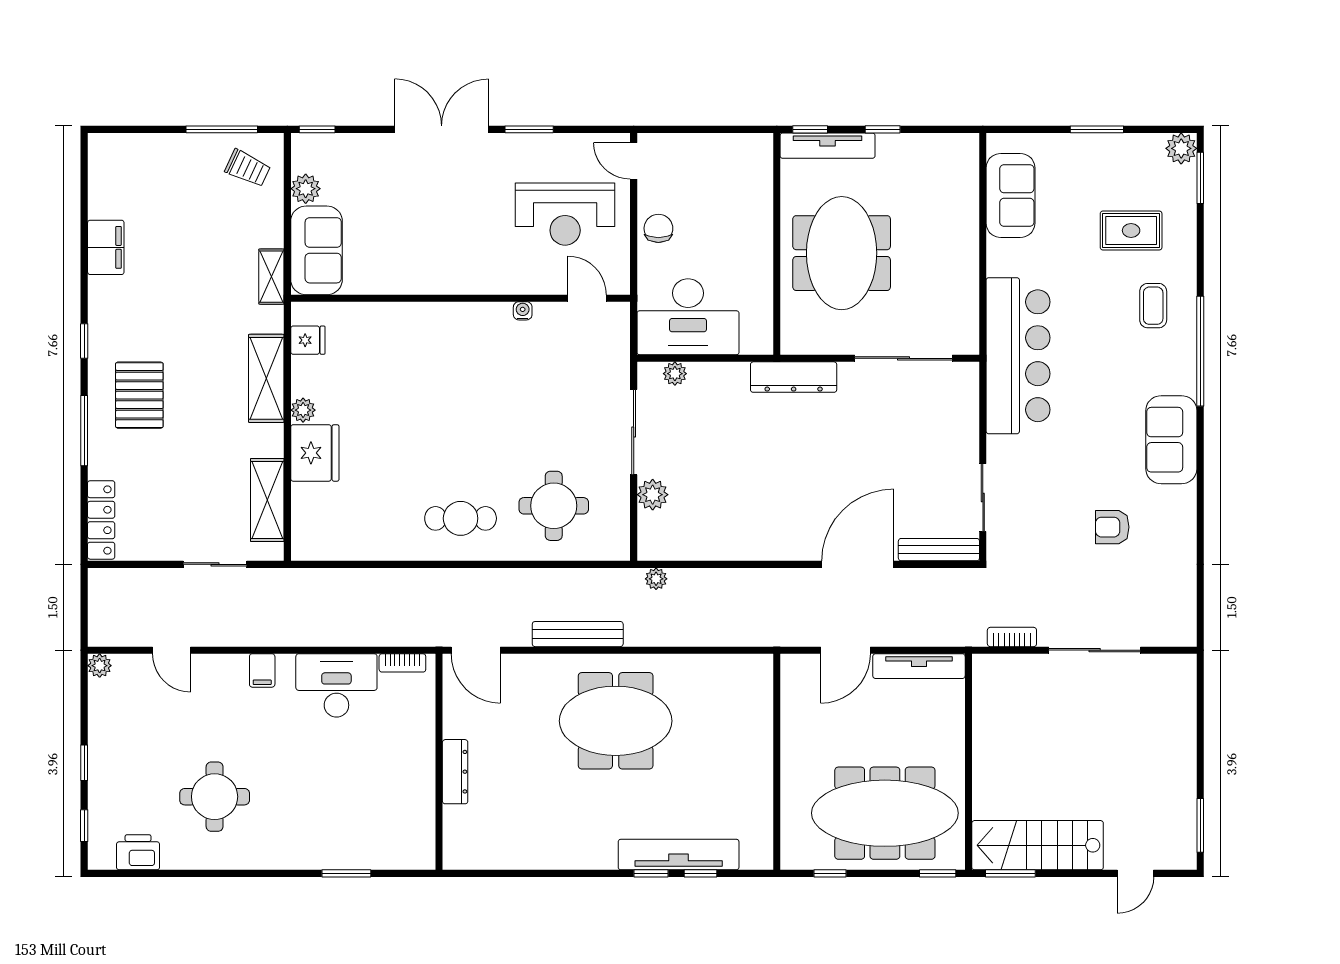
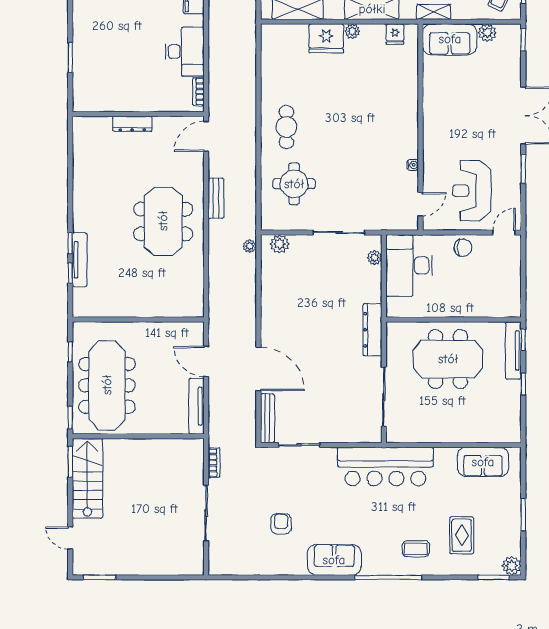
plant: (653, 495) -> (280, 244), moved
bench: (578, 634) -> (216, 198), width x0.73
tv unit: (679, 855) -> (80, 260), width x0.73, depth x0.78

